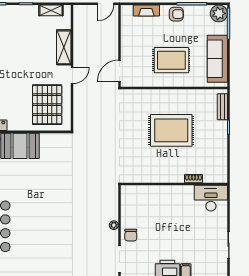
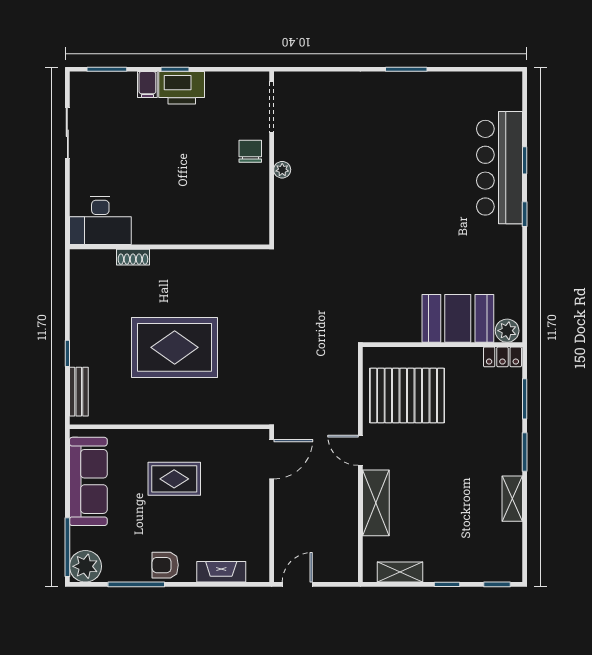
rug: (171, 60) -> (174, 479), width x0.73, depth x0.70
door: (72, 75) -> (360, 450), hinge flipped
pallet: (47, 105) -> (407, 396), turned 90

